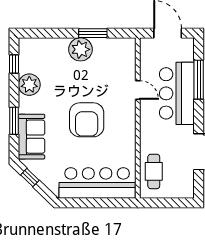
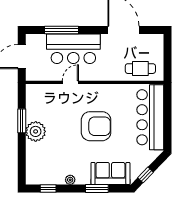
plant: (29, 85) -> (70, 180), width x0.53, depth x0.53

